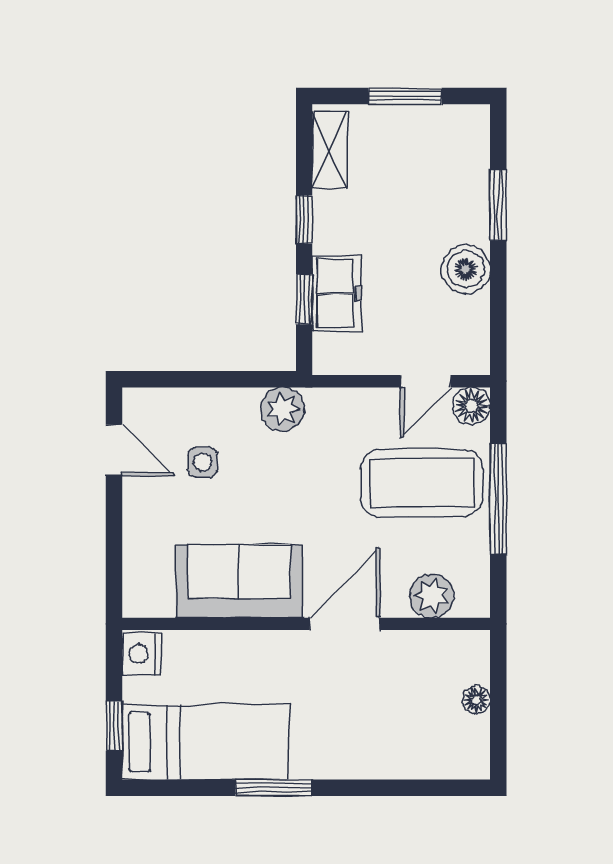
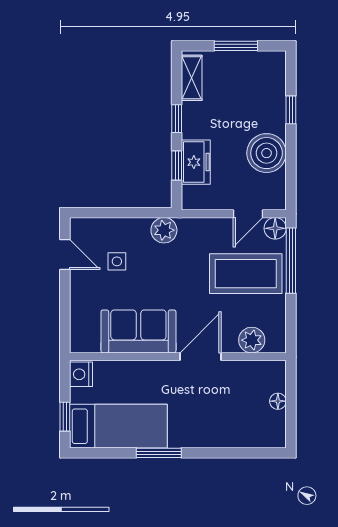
window: (498, 205) -> (291, 110), width x0.67
boiler: (466, 269) -> (267, 153), width x1.37, depth x1.37
window: (498, 499) -> (291, 261), moved

